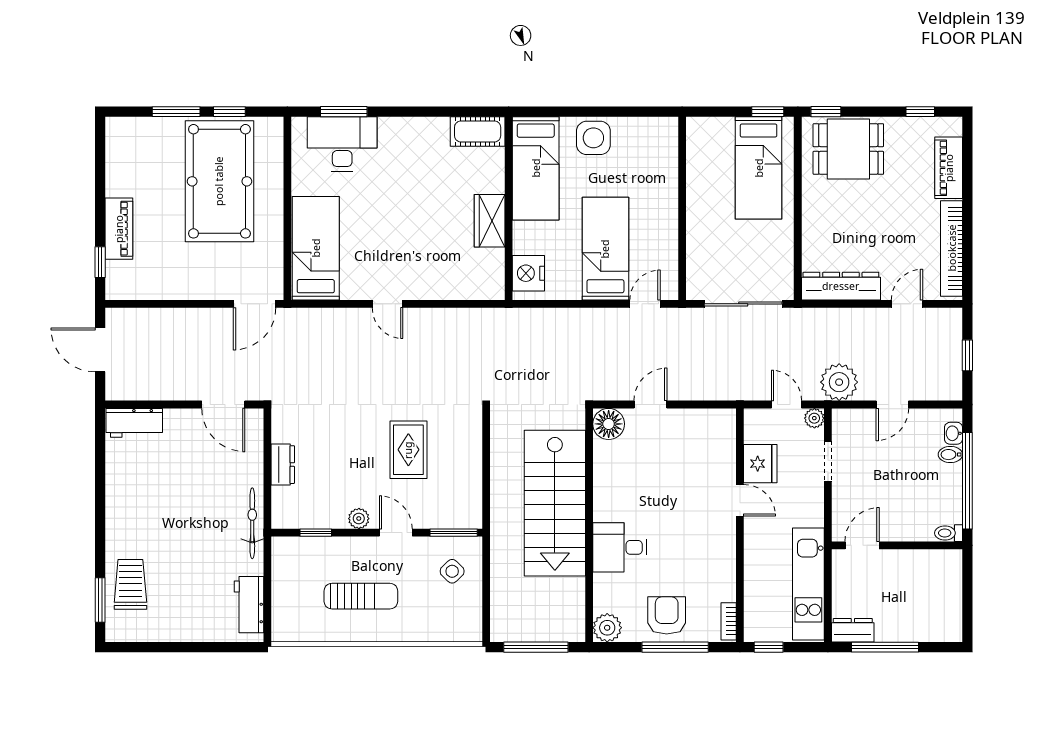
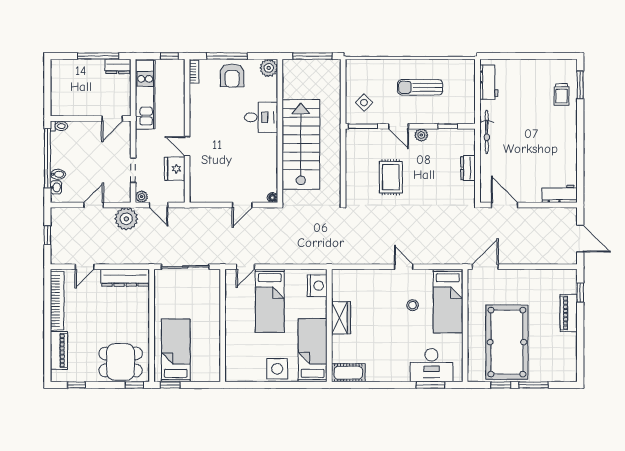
stool: (373, 241) -> (413, 305), added
floor lamp: (609, 424) -> (272, 198), width x0.53, depth x0.53
trolley: (130, 584) -> (562, 95), width x0.73, depth x0.72

